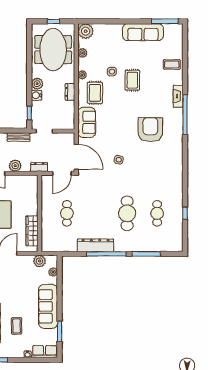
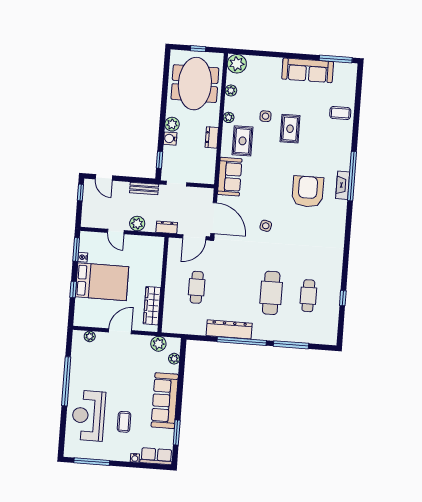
fireplace: (178, 96) -> (343, 185), moved

